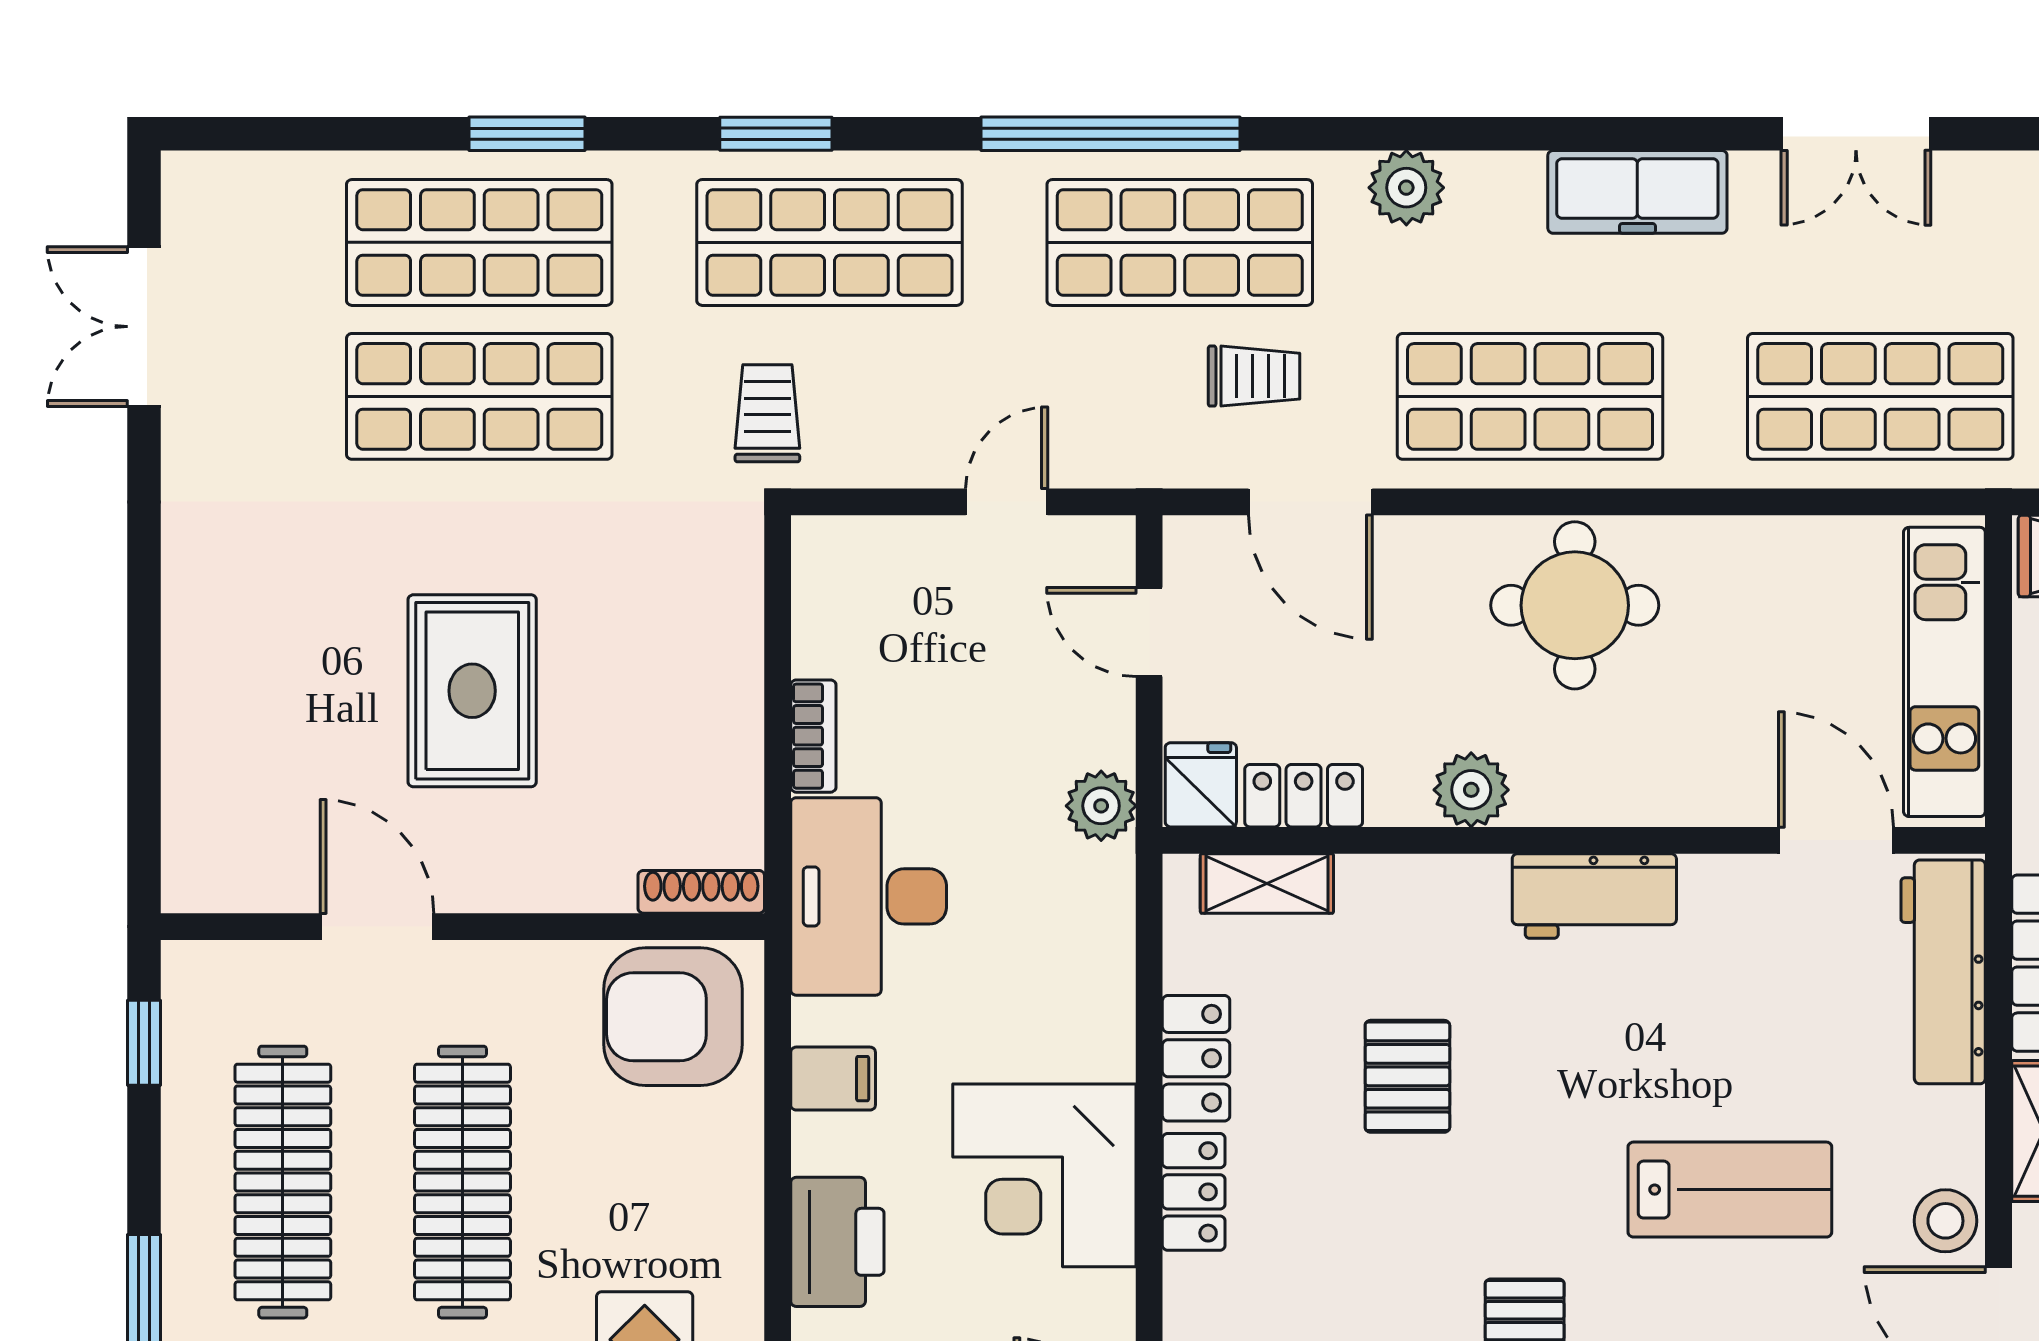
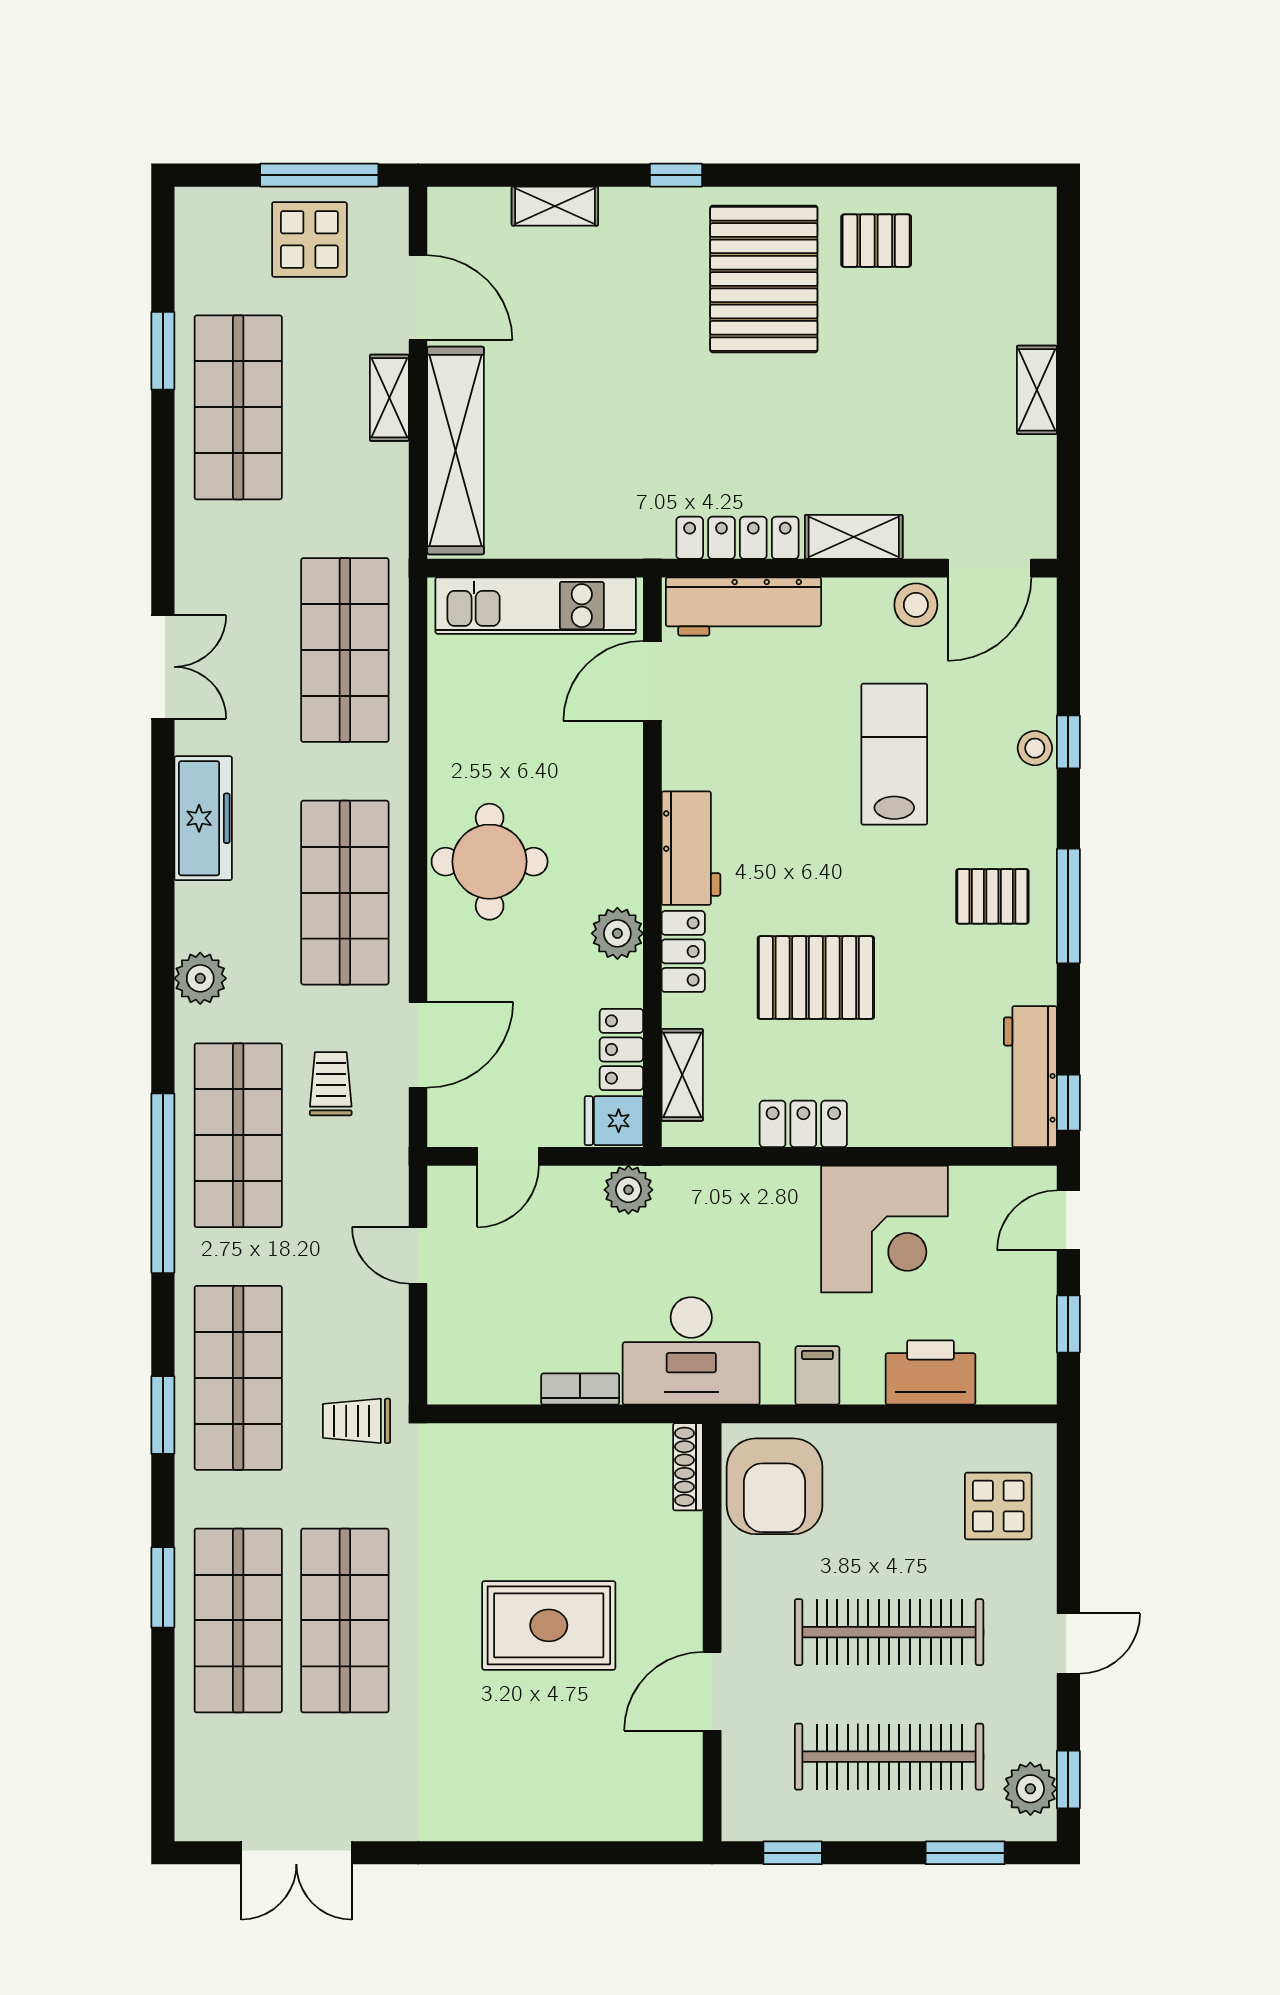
pallet: (1407, 1076) -> (816, 978), width x1.50, depth x1.42
locker: (1194, 1192) -> (683, 951), moved, turned 90

